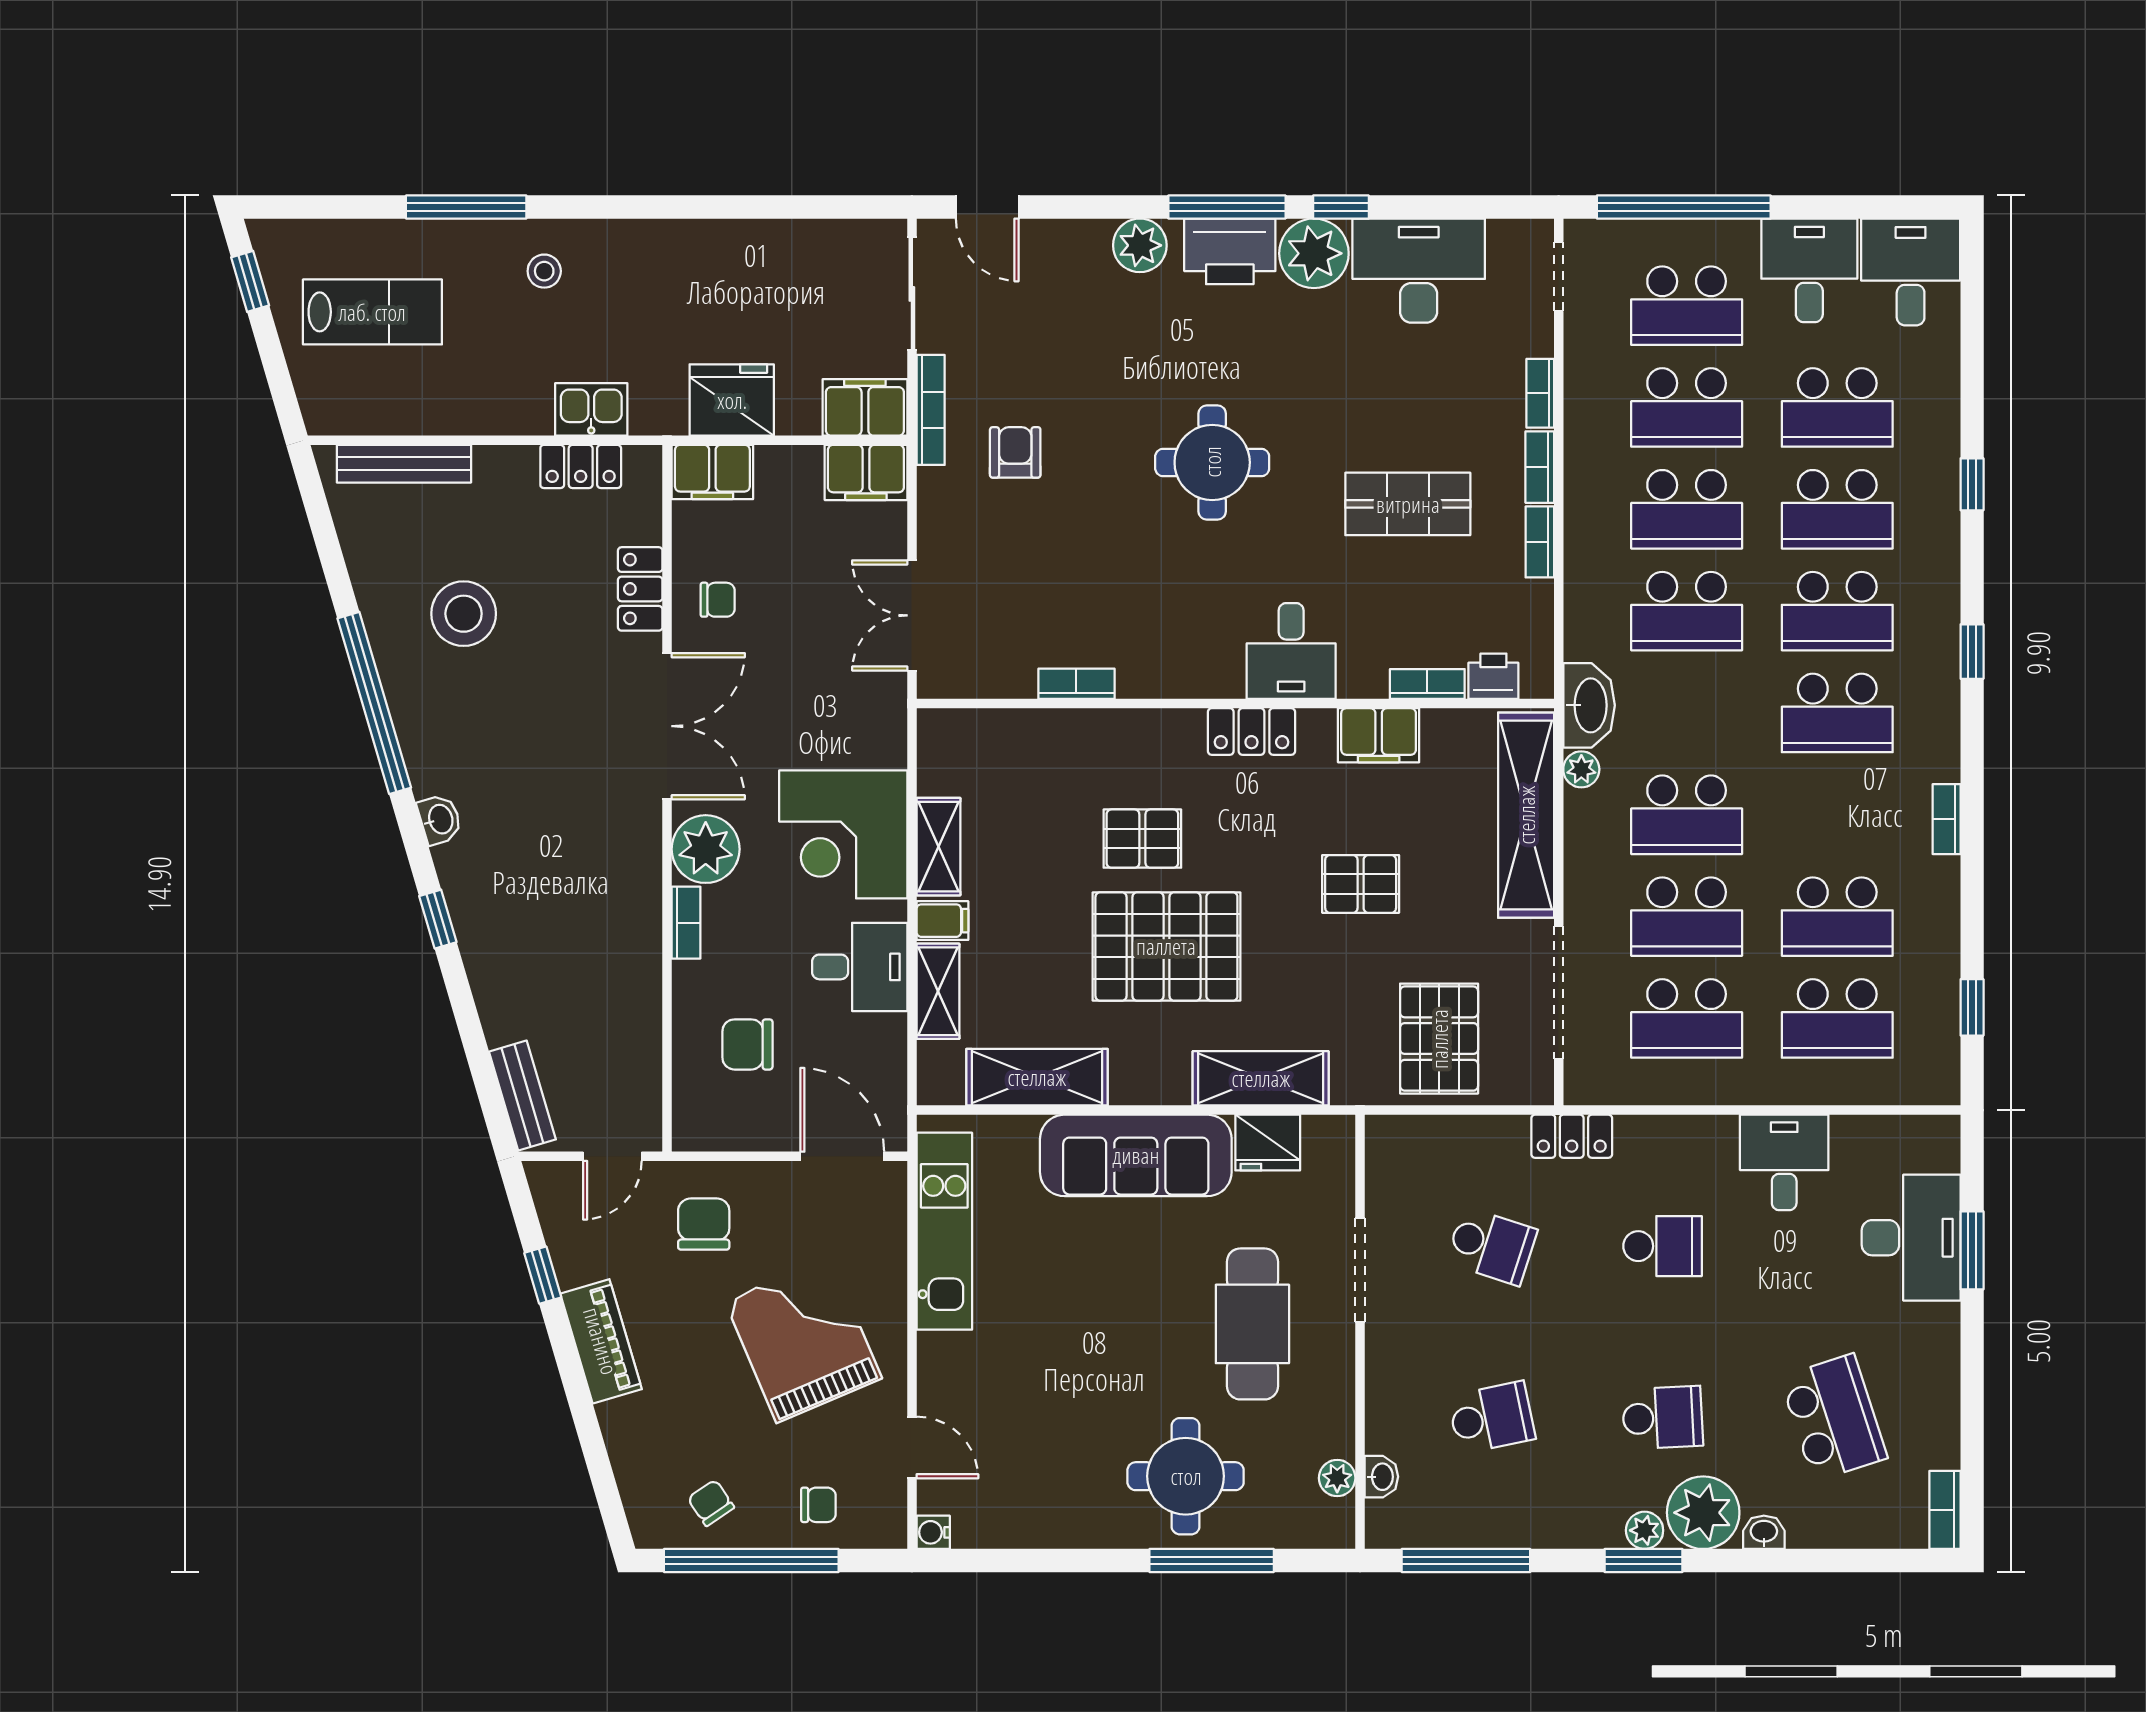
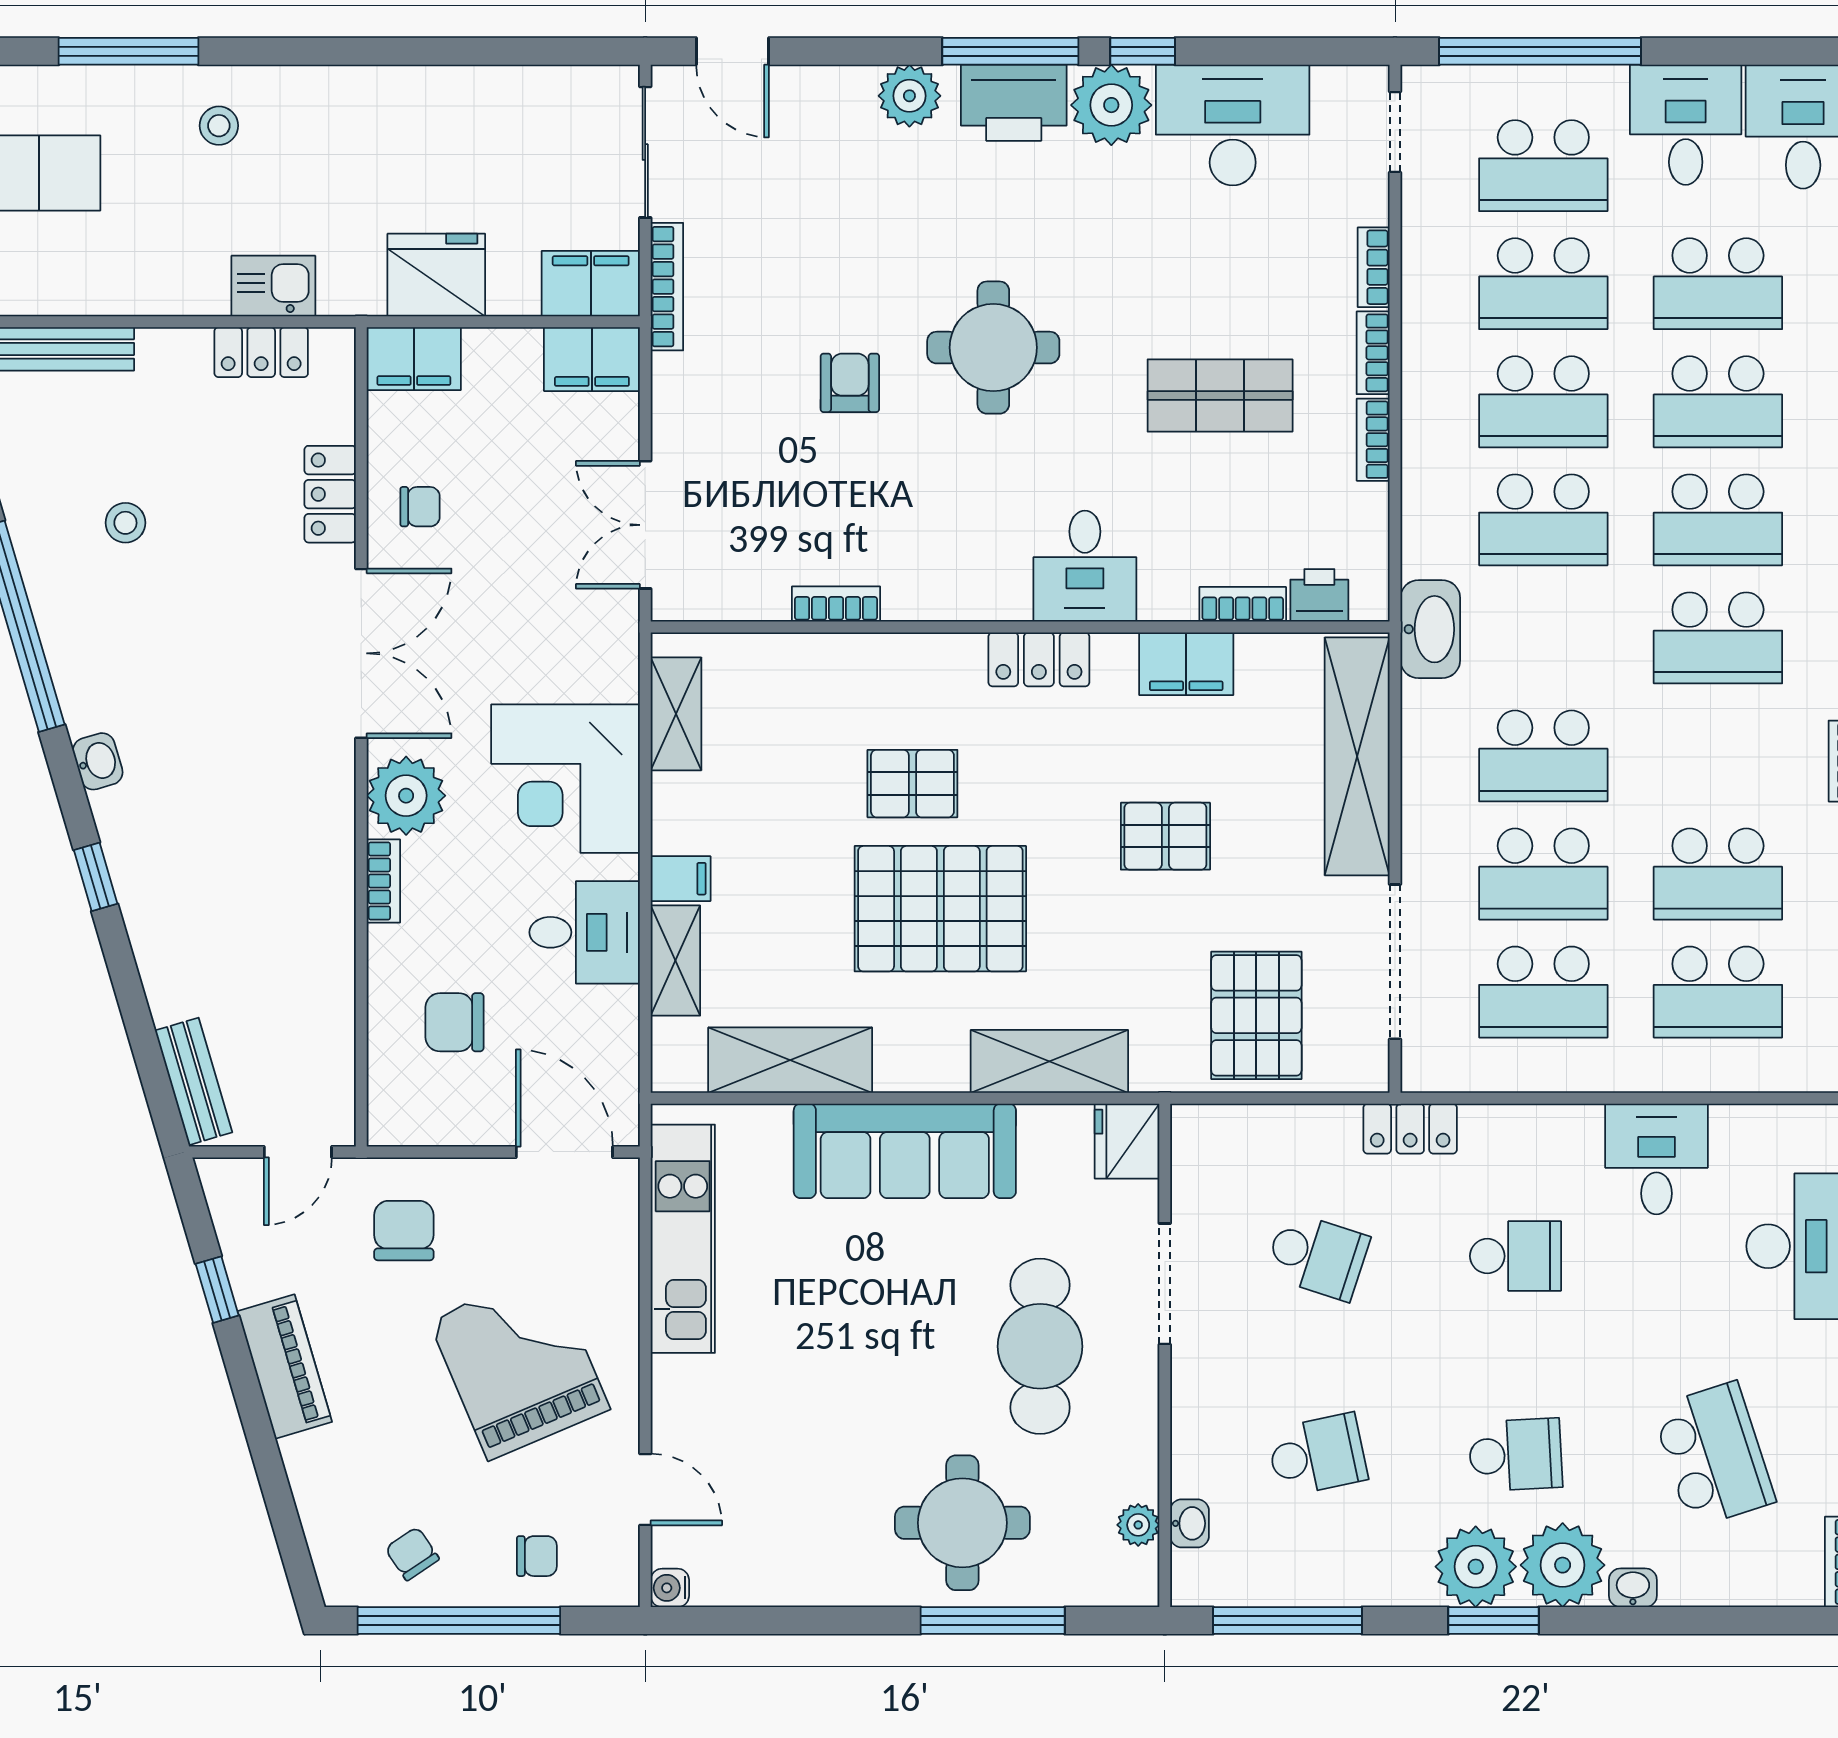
armchair: (1015, 452) -> (850, 383), moved
stool: (464, 614) -> (125, 523), width x0.53, depth x0.53
plant: (1581, 769) -> (1421, 703), removed
shelving: (938, 847) -> (676, 714), moved
fridge: (1268, 1143) -> (1127, 1141), moved, turned 90
plant: (1645, 1530) -> (1476, 1567), width x1.87, depth x1.87

